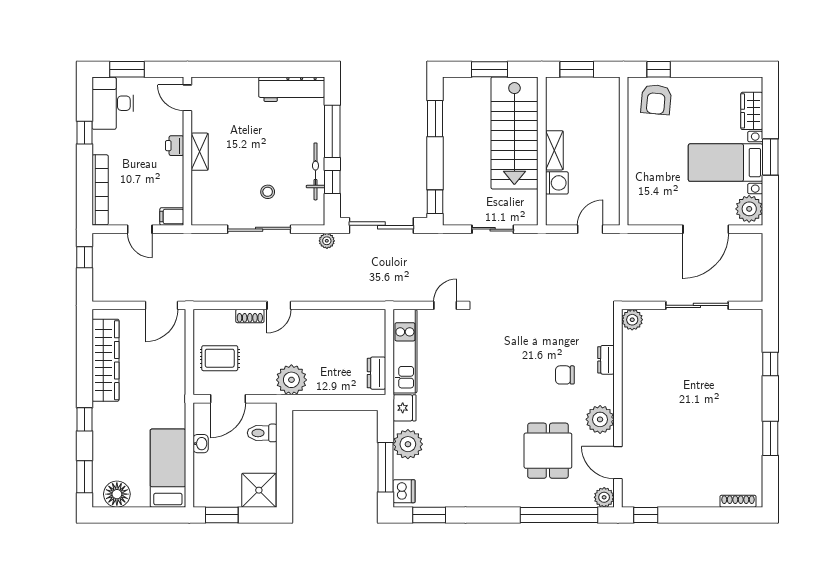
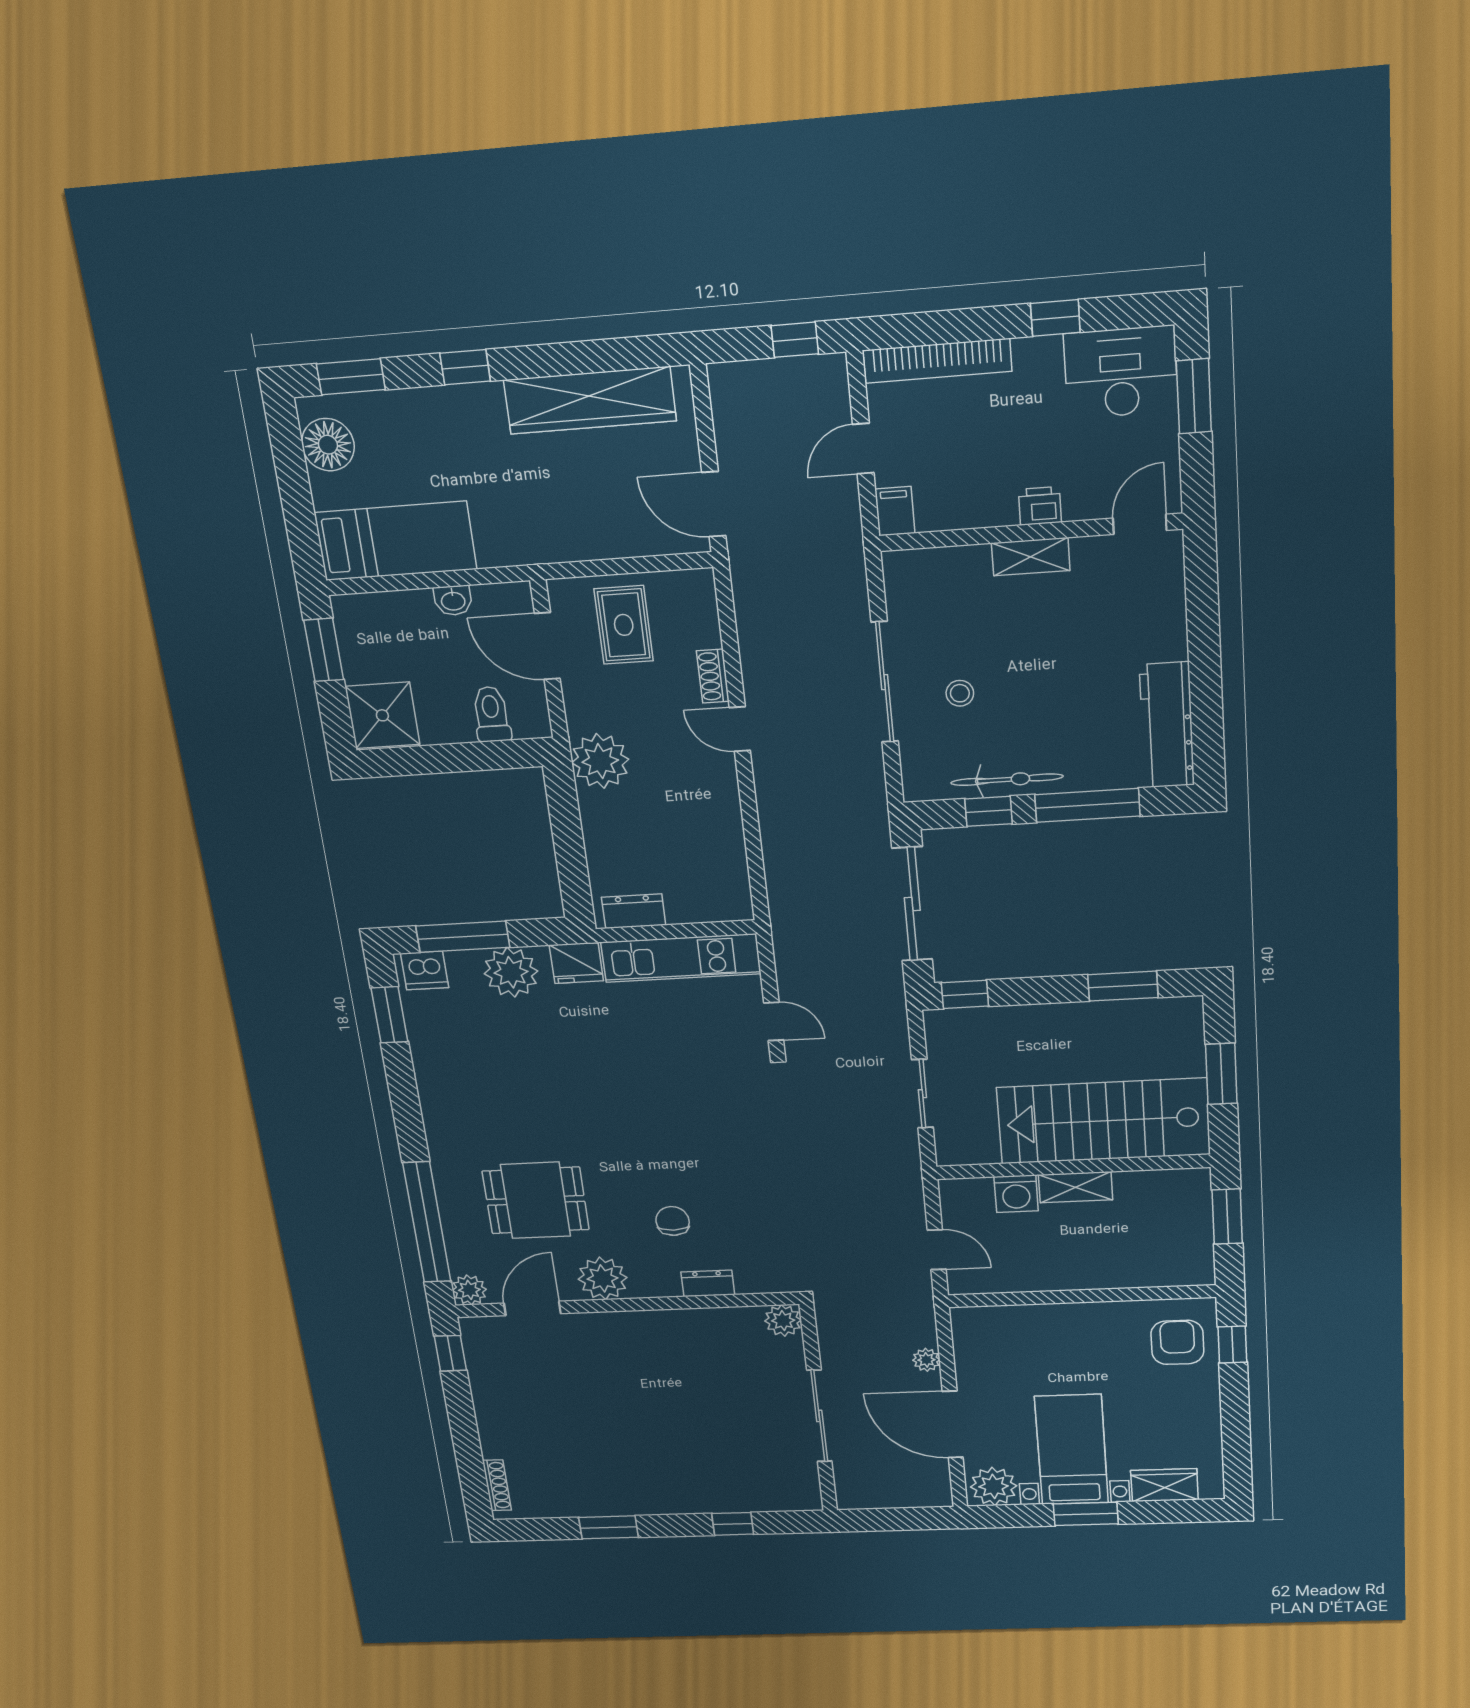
armchair: (656, 99) -> (1177, 1342), turned 85
plant: (327, 241) -> (926, 1360), moved

